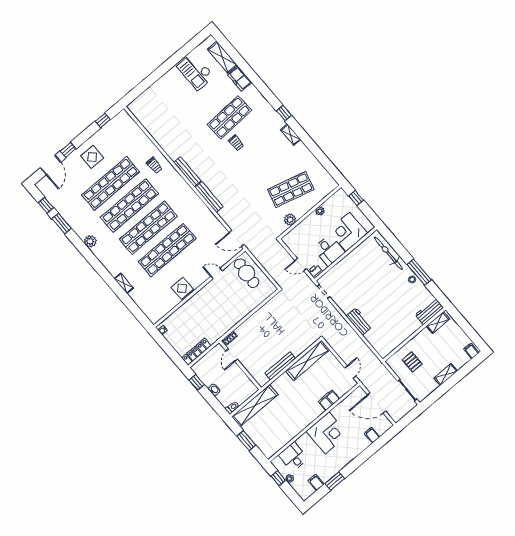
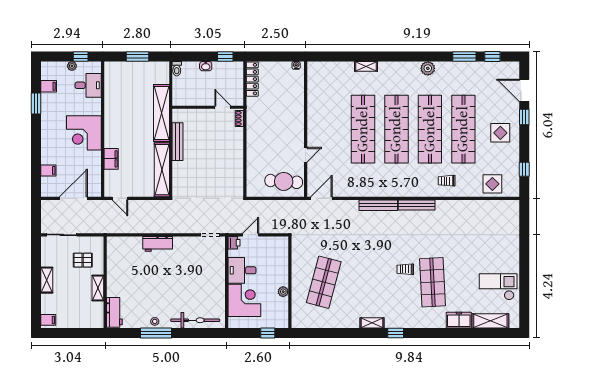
plant: (290, 220) -> (298, 259), removed
display table: (182, 288) -> (492, 184), moved
shelving: (438, 323) -> (98, 288), moved
shelving: (255, 406) -> (161, 113), moved

